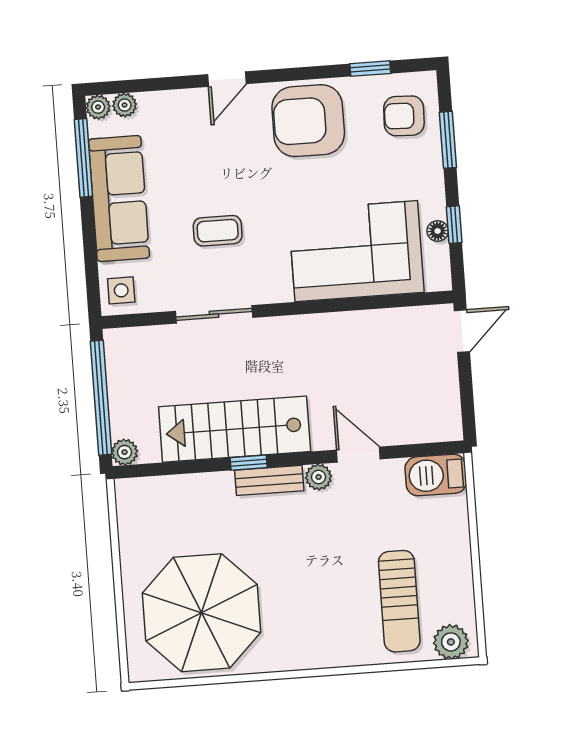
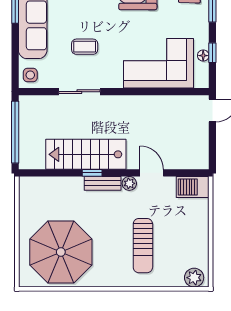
plant: (125, 452) -> (26, 162), removed
sun lounger: (399, 601) -> (143, 246), moved

